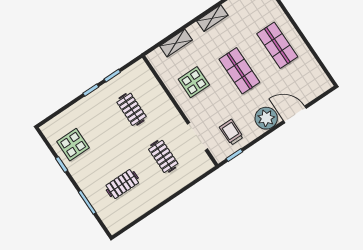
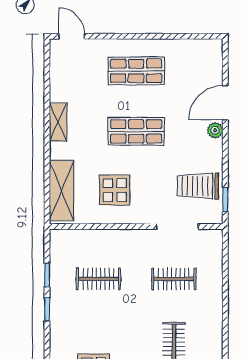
shelving: (176, 43) -> (61, 191), width x1.50, depth x1.33
plant: (266, 118) -> (215, 130), width x0.53, depth x0.53
trolley: (231, 132) -> (198, 186), width x1.36, depth x1.39

